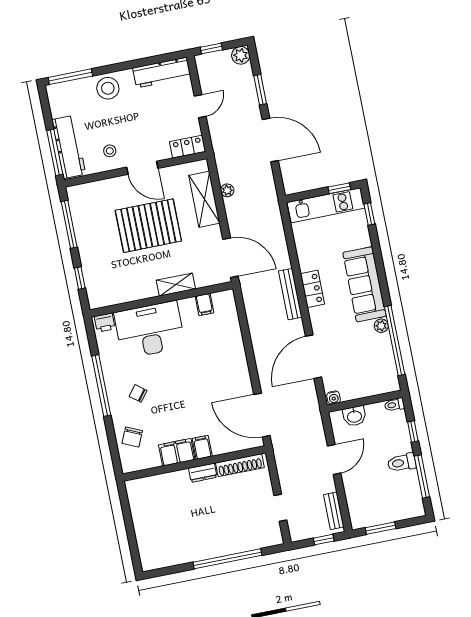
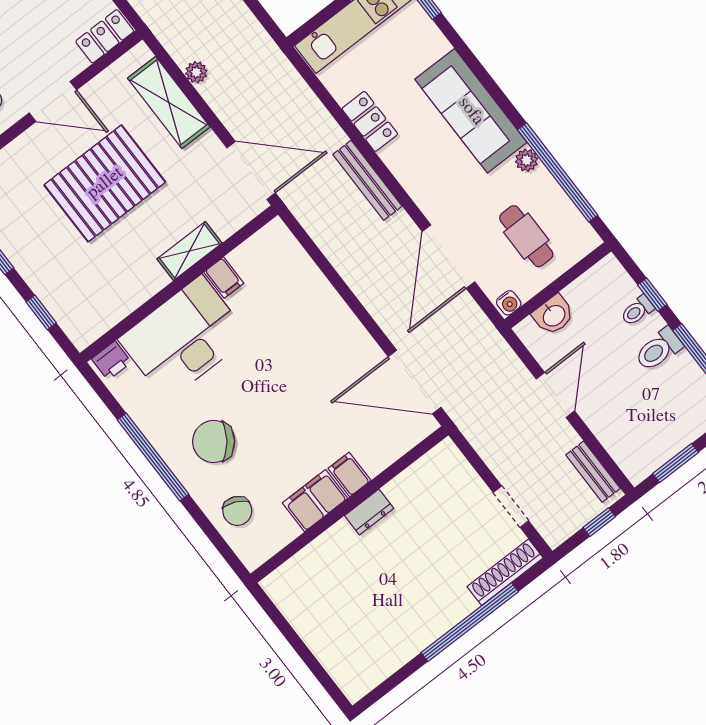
locker: (312, 289) -> (370, 121), moved
filing cabinet: (205, 305) -> (224, 278), moved
cafe table: (361, 366) -> (526, 236), added
chair: (138, 393) -> (214, 441), width x1.87, depth x1.87
toilet: (394, 405) -> (637, 311), moved
shoe rack: (240, 465) -> (505, 572), moved, turned 180

